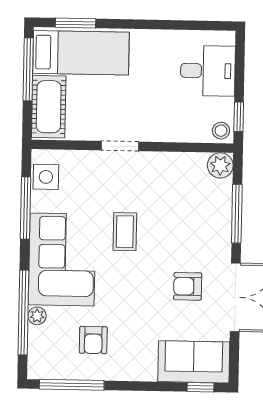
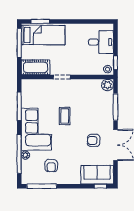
cot: (49, 107) -> (36, 67), moved, turned 90
side table: (46, 177) -> (28, 92), removed

